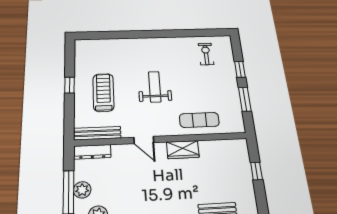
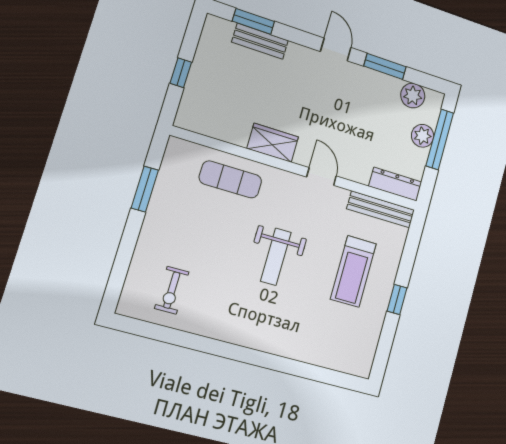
window: (240, 69) -> (128, 244), removed

